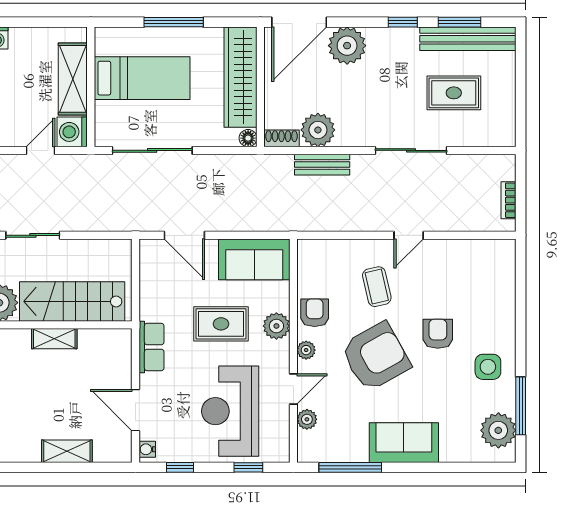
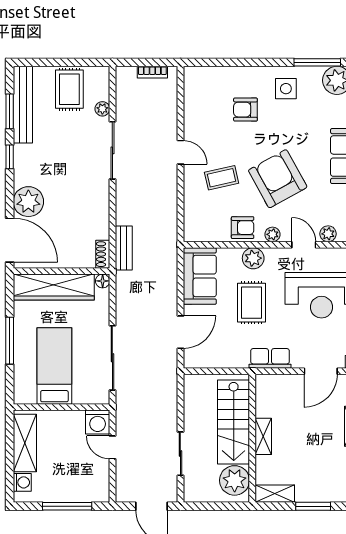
shelving: (73, 79) -> (25, 443), moved, turned 90
rug: (454, 93) -> (69, 89), moved
plant: (318, 130) -> (102, 109), moved, width x0.53, depth x0.53
bench: (322, 165) -> (124, 248), moved
armchair: (315, 313) -> (243, 228), turned 180
armchair: (438, 334) -> (245, 110), moved

